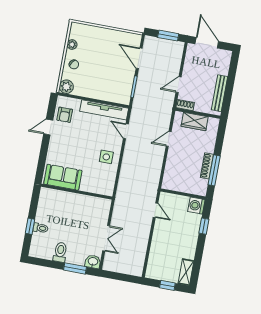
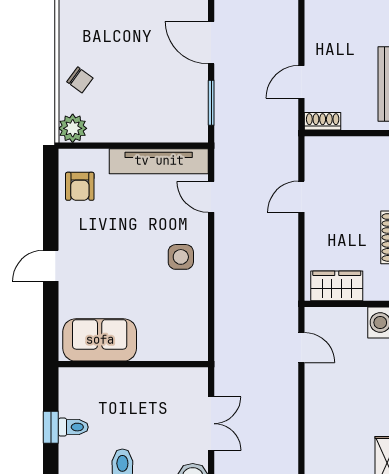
plant: (72, 45) -> (68, 40), removed
wardrobe: (195, 121) -> (337, 286), moved, turned 180
door: (48, 127) -> (51, 266), moved
sofa: (63, 177) -> (100, 340), moved
wall: (77, 192) -> (133, 364), moved

